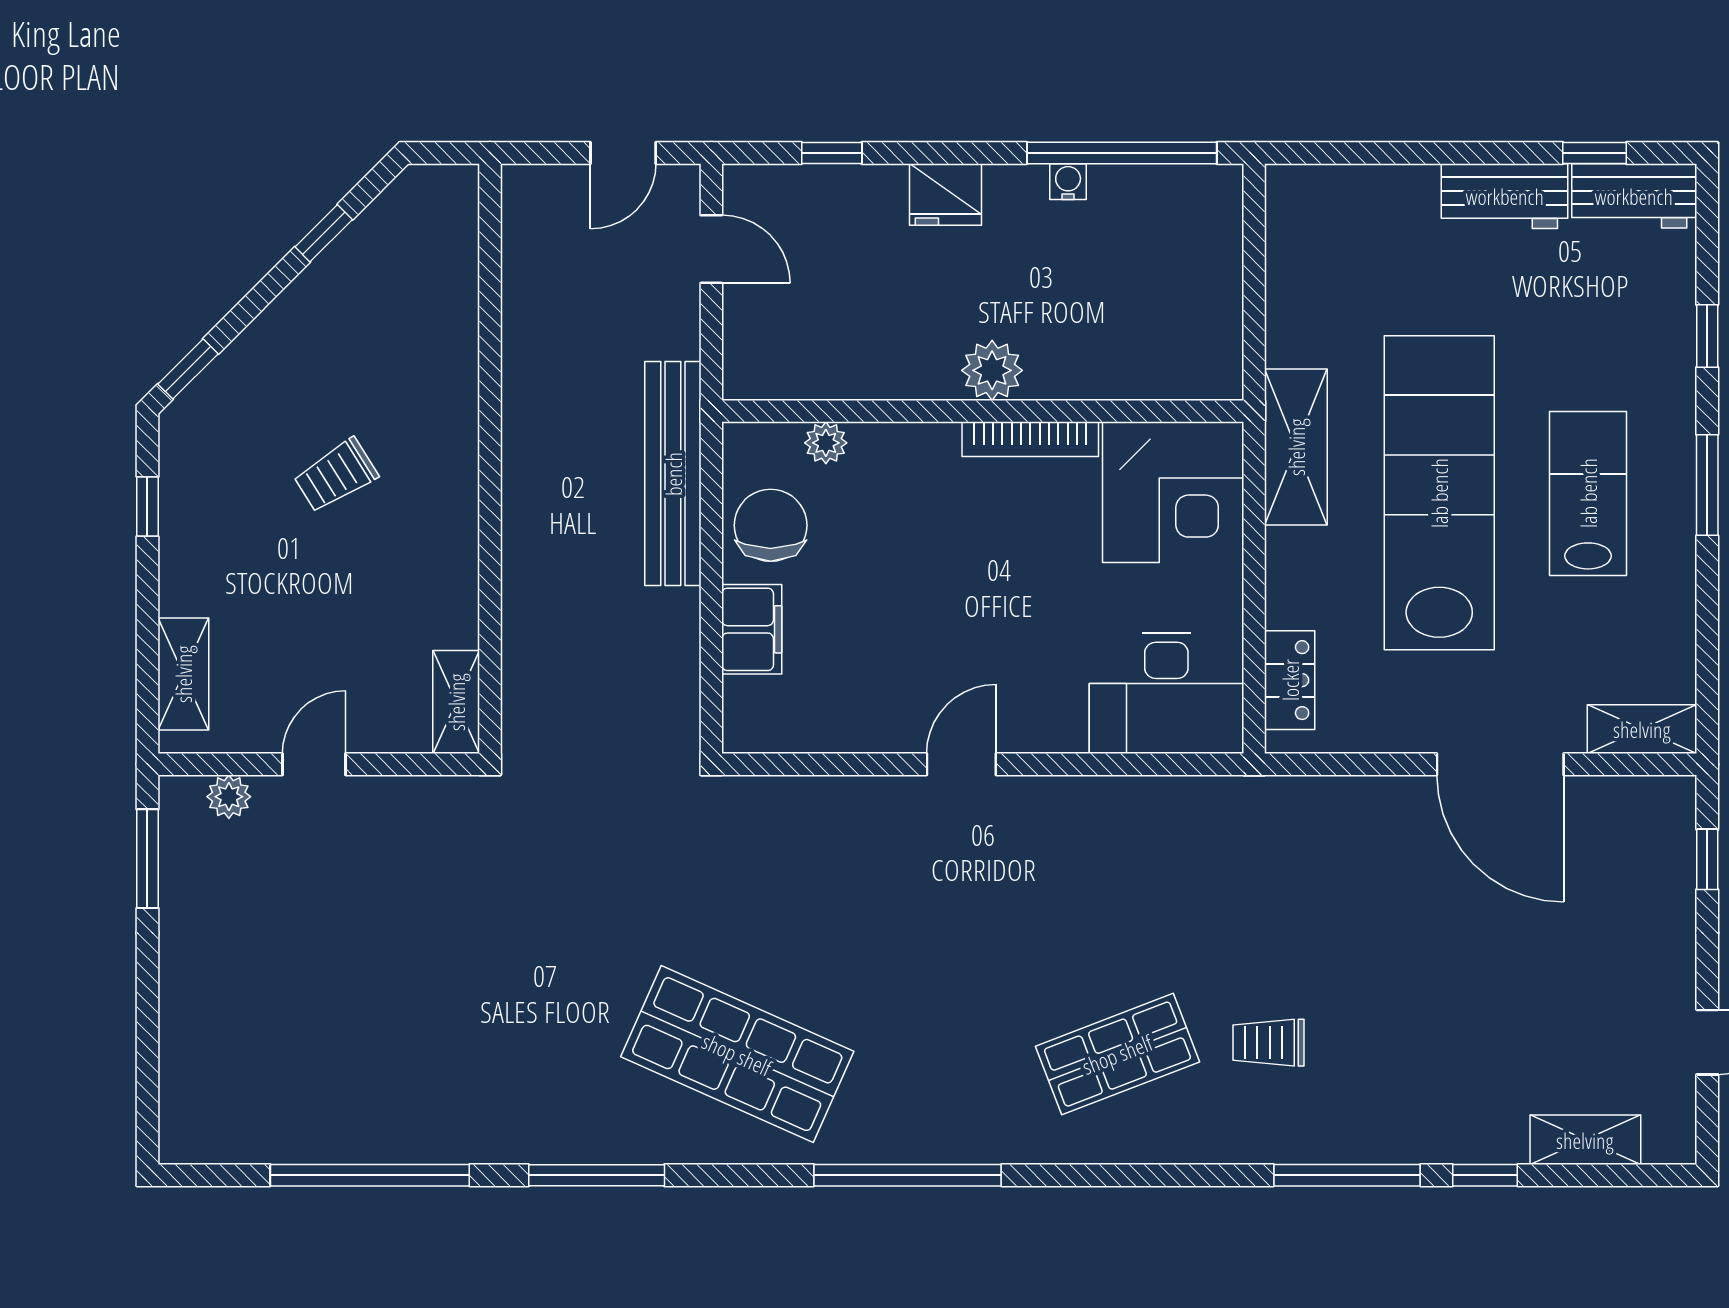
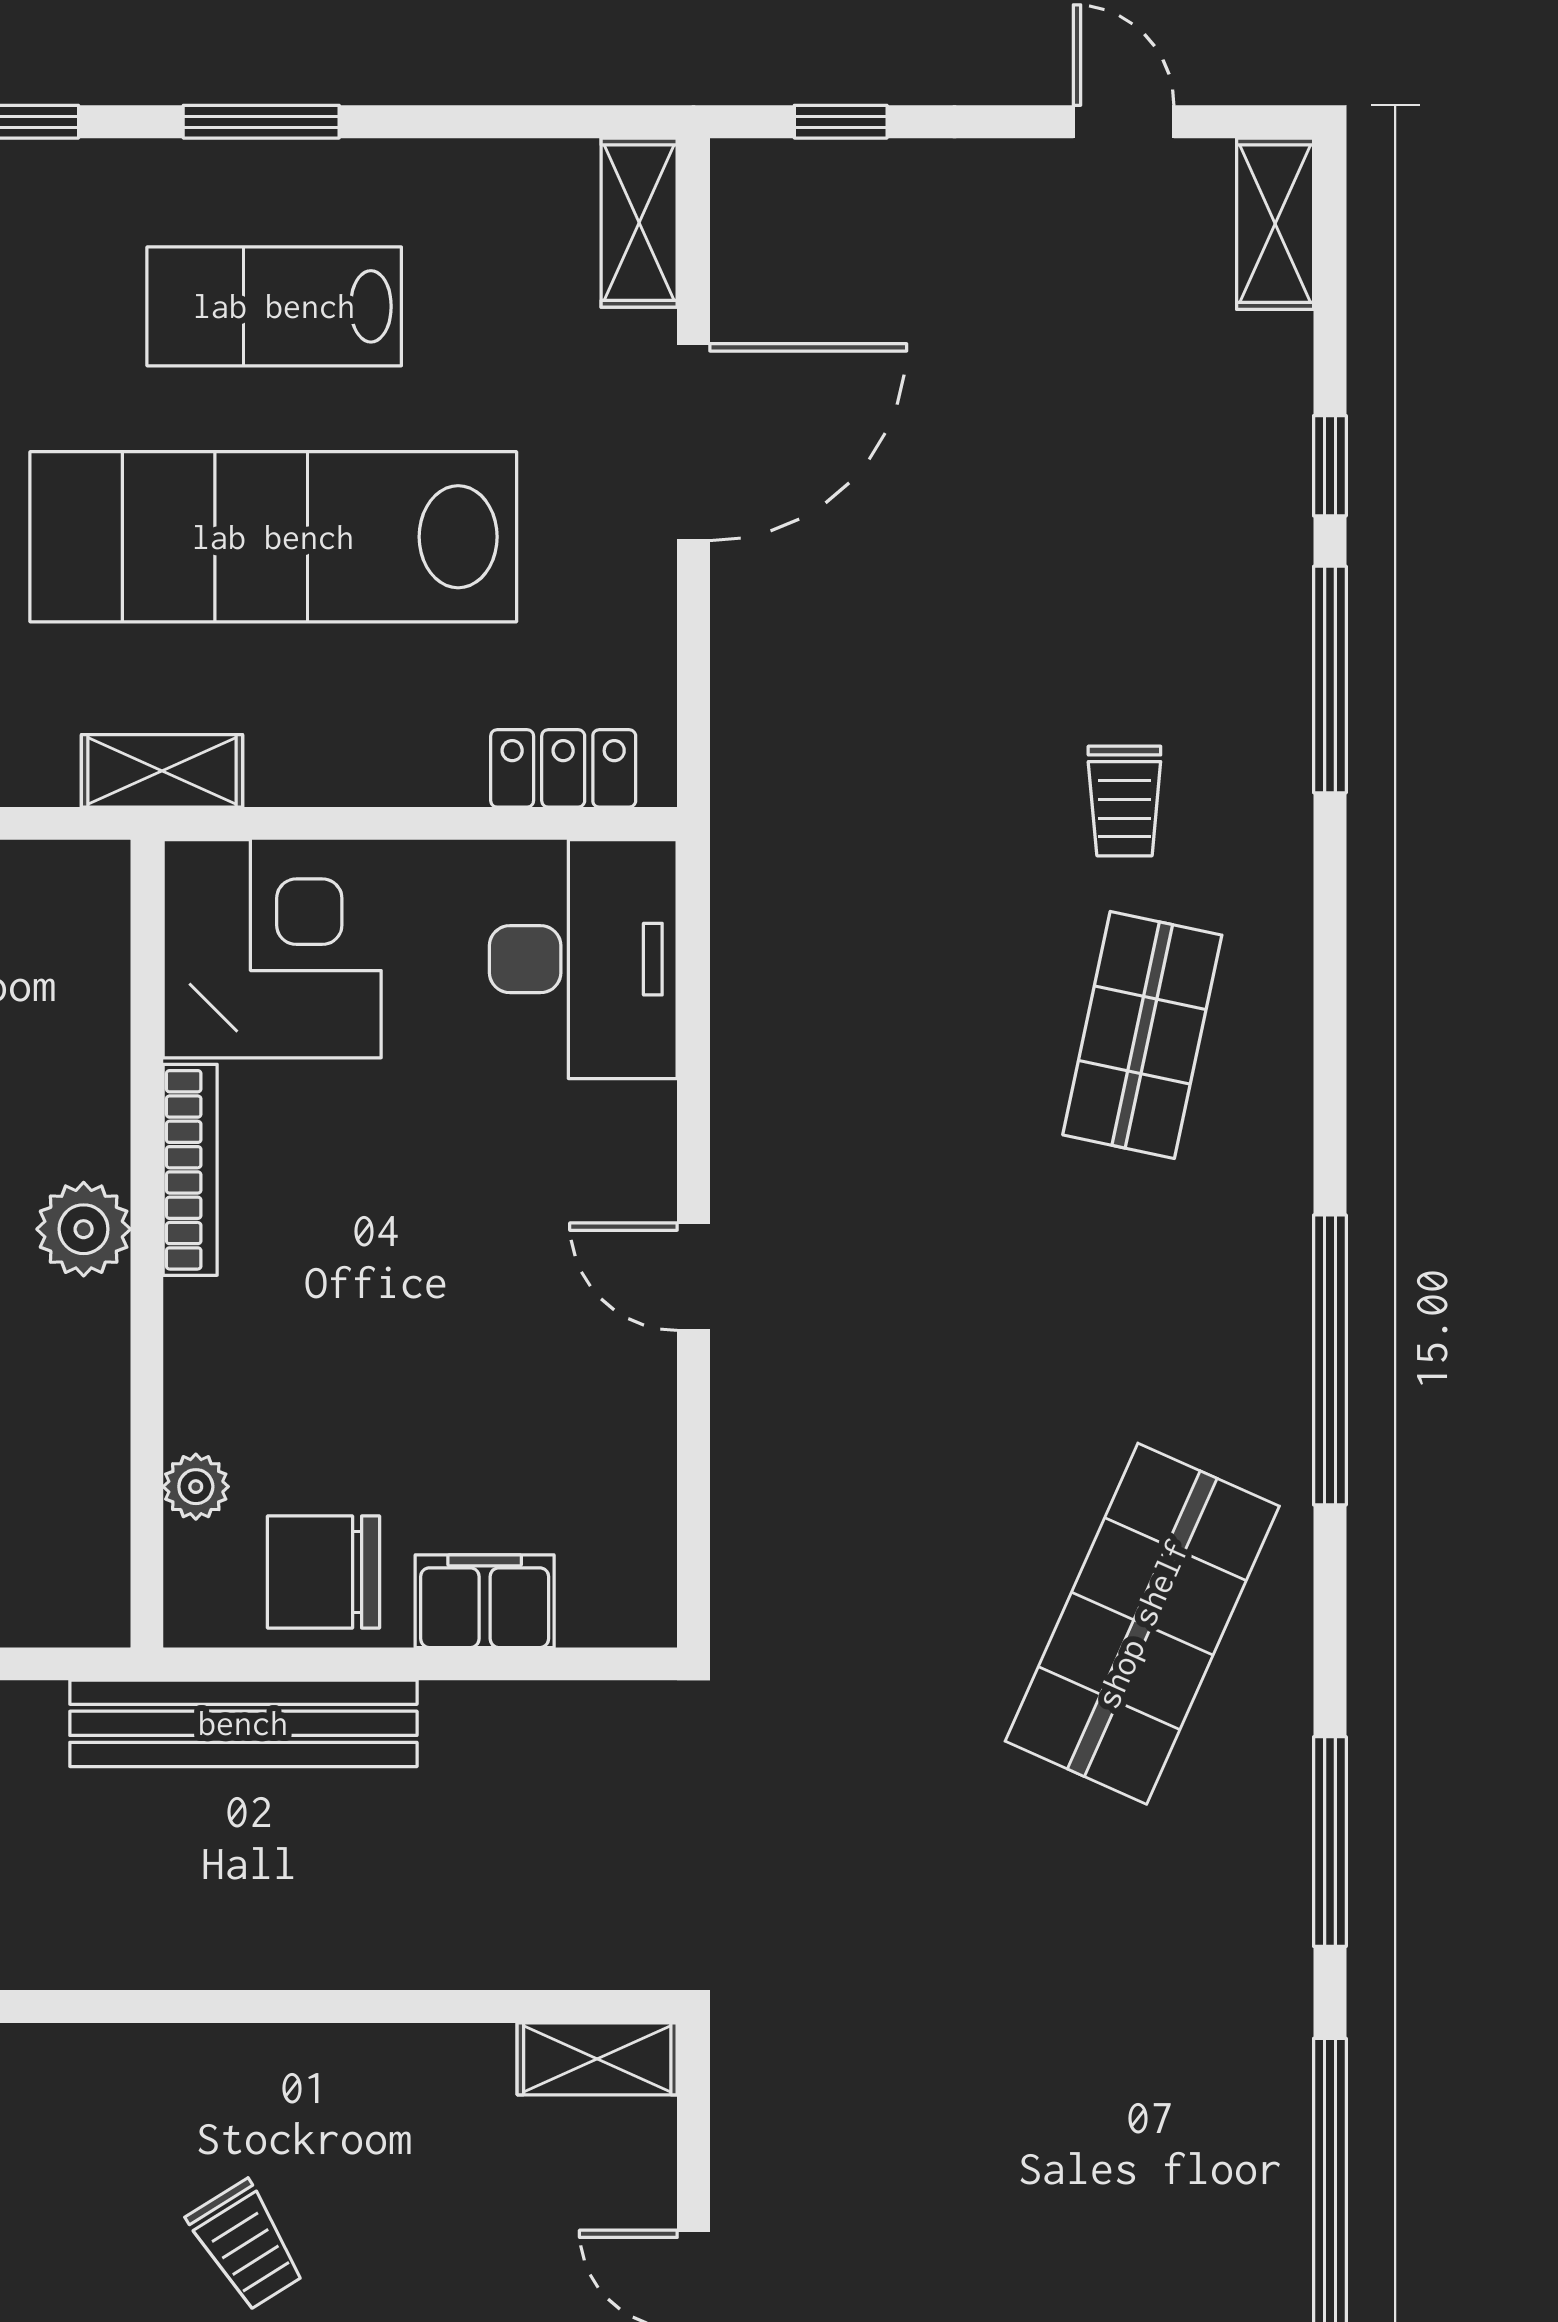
shelving: (1296, 447) -> (162, 771), width x0.67, depth x0.75
shop shelf: (1117, 1054) -> (1142, 1035), turned 33
shelving: (1585, 1140) -> (1275, 224), moved

